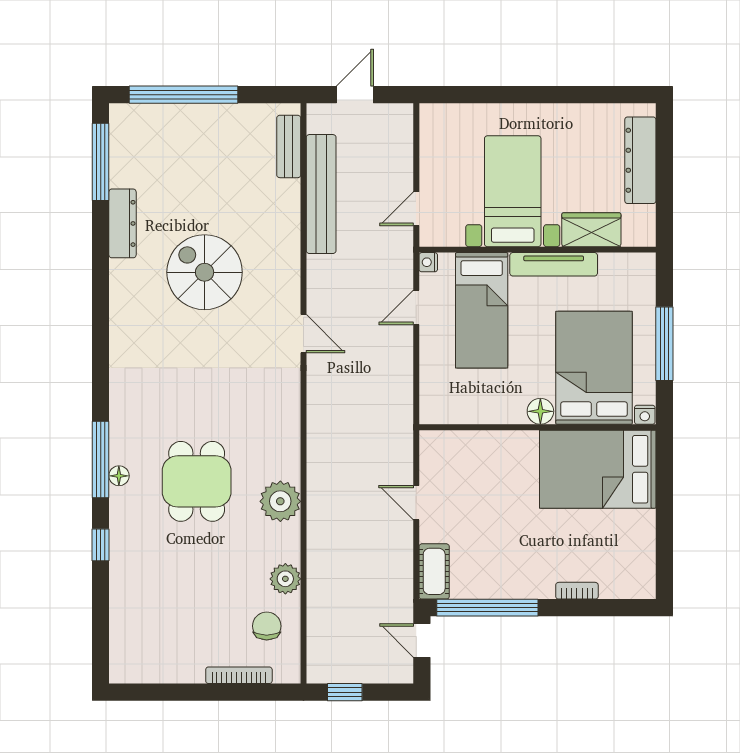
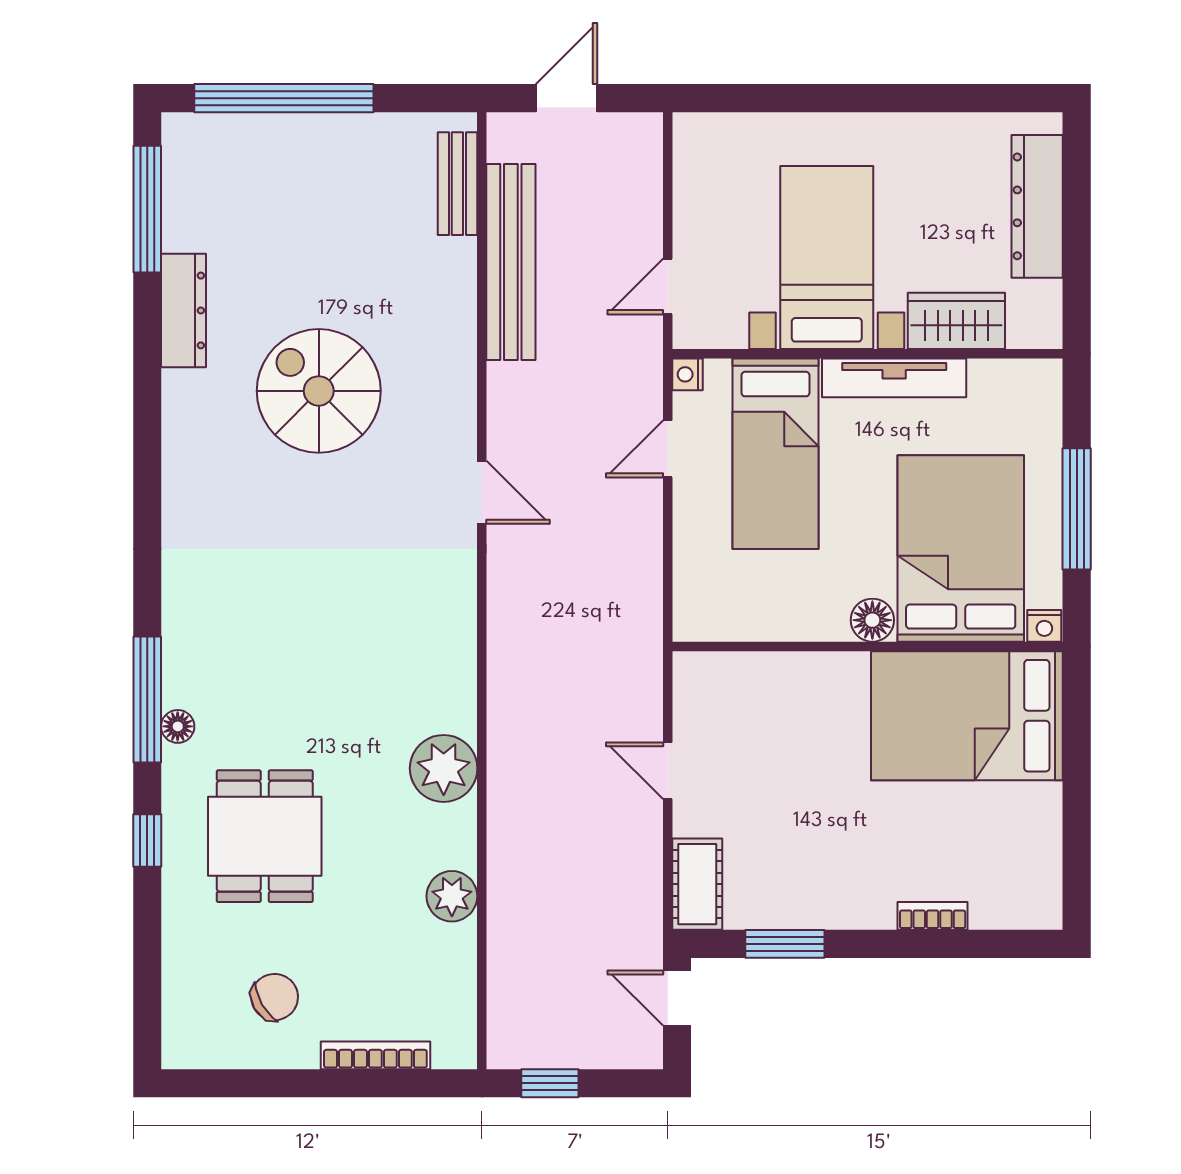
dining table: (197, 481) -> (265, 836), moved
window: (487, 608) -> (785, 944), width x0.47
chair: (267, 626) -> (275, 997), moved, turned 60

